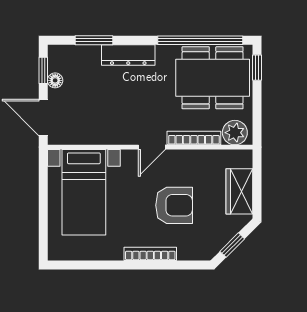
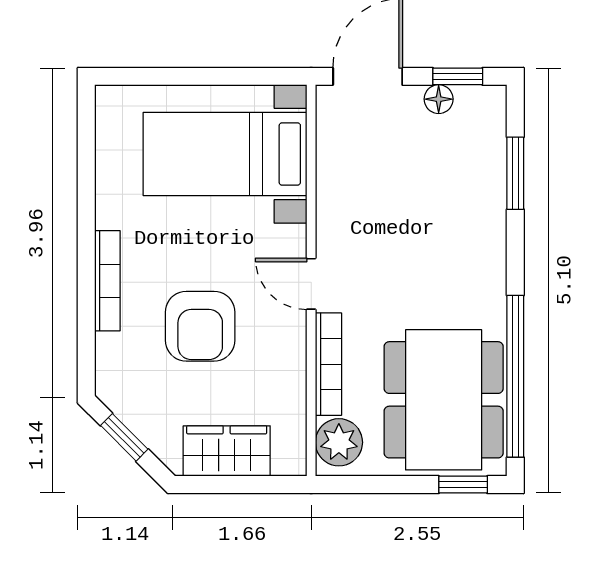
dresser: (128, 55) -> (487, 239), removed

